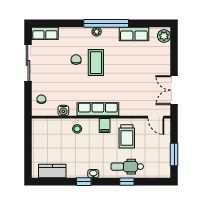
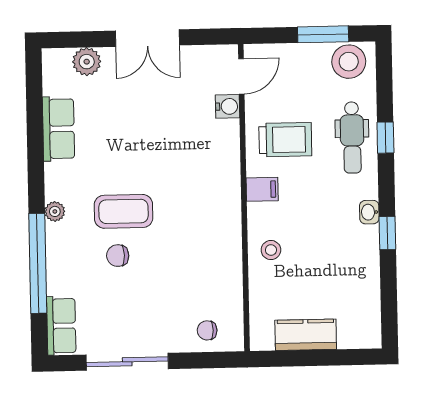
window: (106, 23) -> (38, 263), moved
plant: (164, 36) -> (87, 62), moved
double door: (174, 90) -> (147, 38), moved
row of seats: (98, 109) -> (227, 205), removed
water cooler: (63, 111) -> (227, 106), moved
stool: (162, 166) -> (349, 62), added
kitchen counter: (52, 171) -> (306, 335), moved, turned 90

